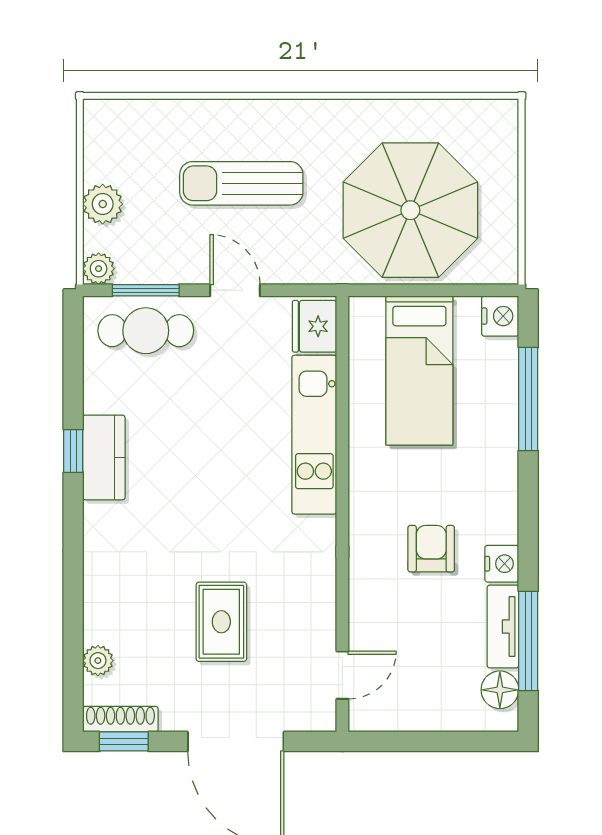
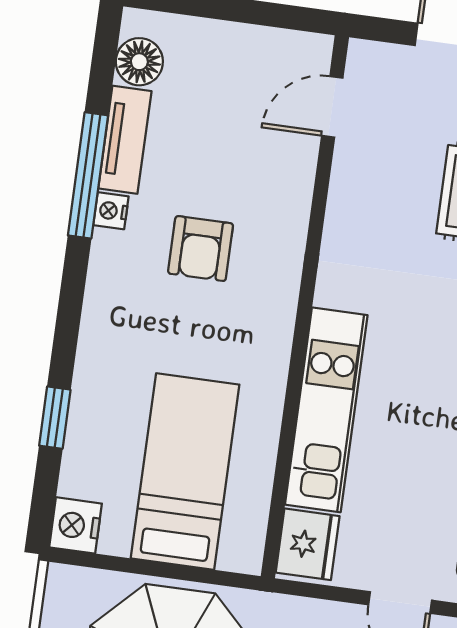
window: (528, 399) -> (55, 418), width x0.46
nightstand: (502, 564) -> (111, 211), width x0.72, depth x0.74
window: (528, 641) -> (88, 175), moved

